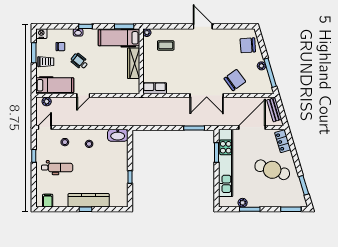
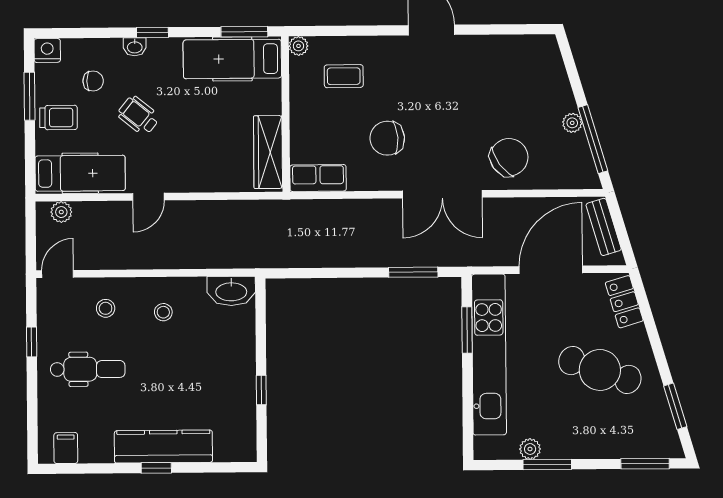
chair: (248, 45) -> (387, 138), moved
wardrobe: (134, 63) -> (268, 152), moved

